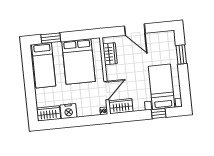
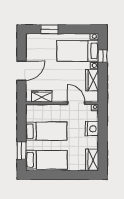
bed: (79, 62) -> (46, 131), width x0.67
wardrobe: (121, 106) -> (92, 80), moved
nightstand: (69, 111) -> (92, 129), moved

